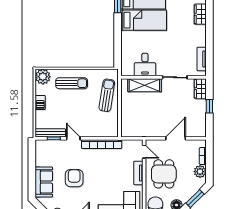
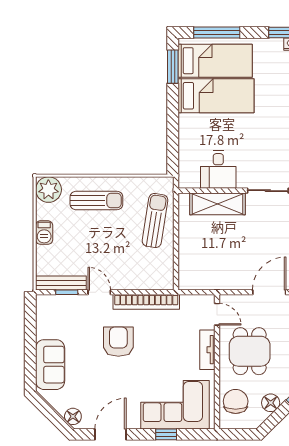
armchair: (74, 178) -> (118, 342), moved

